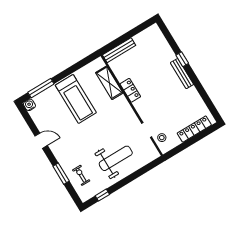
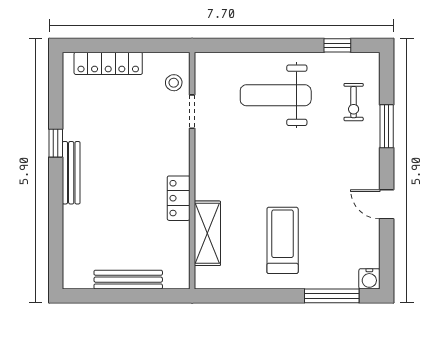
bench: (119, 50) -> (128, 280), moved
window: (182, 59) -> (56, 143), moved
treadmill: (76, 99) -> (283, 240), width x0.73, depth x0.73

